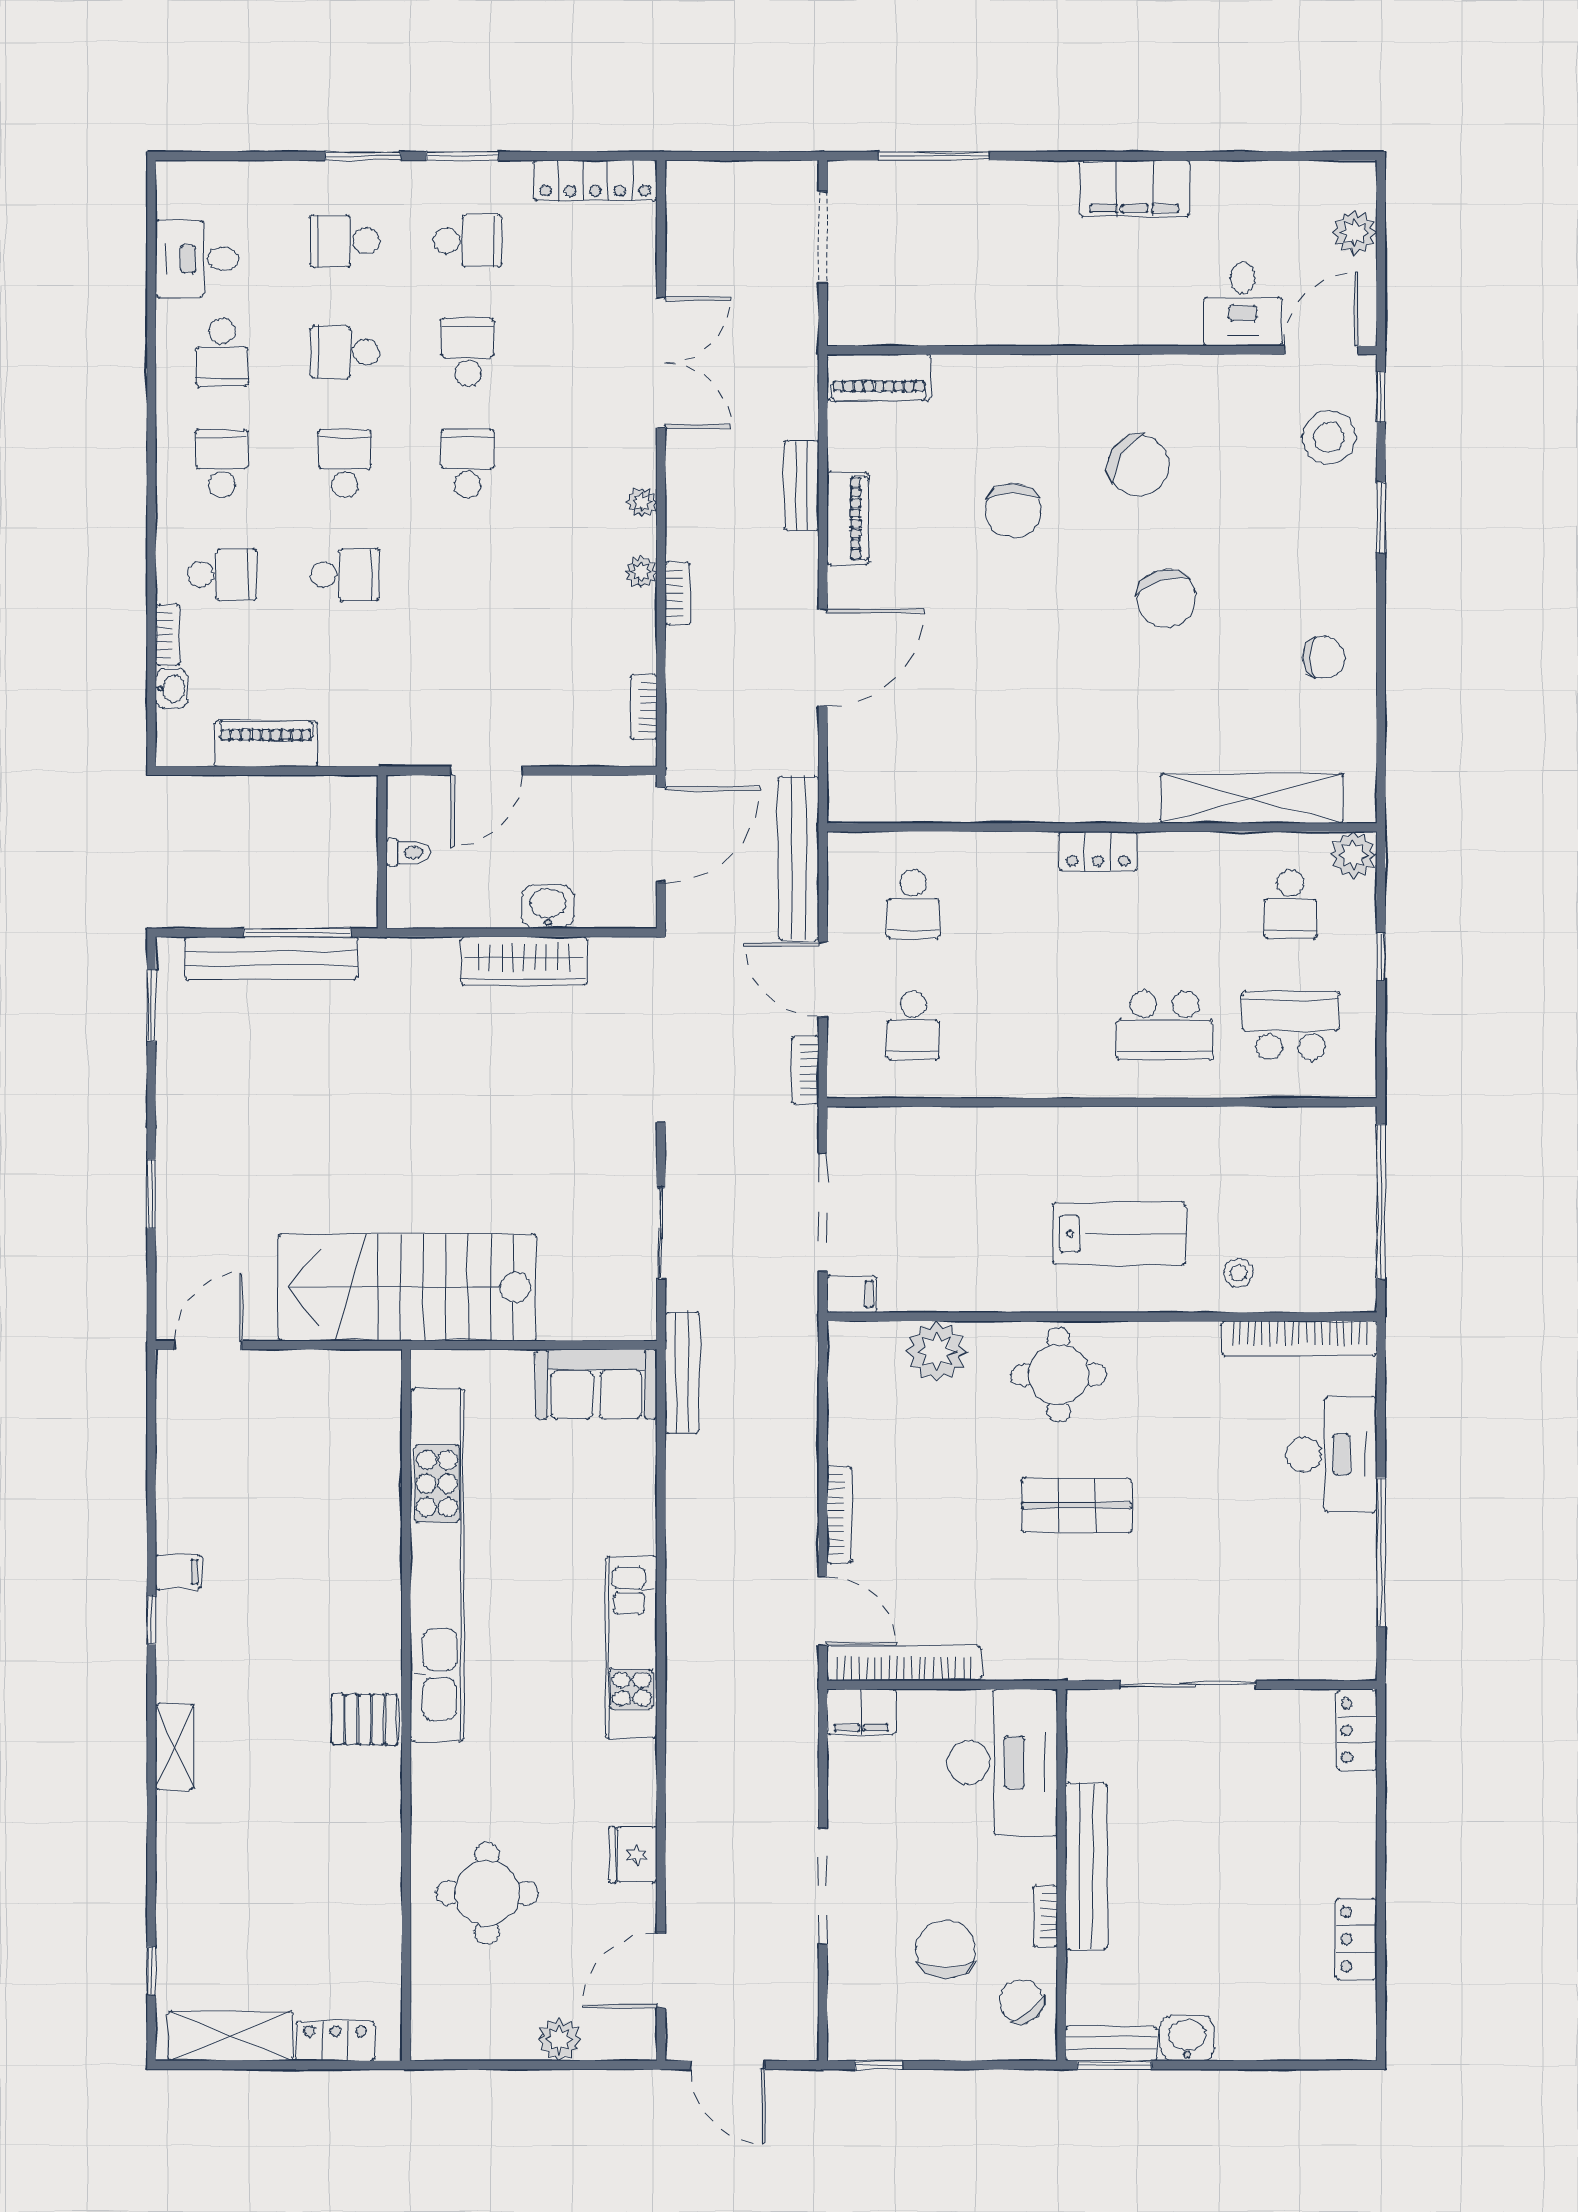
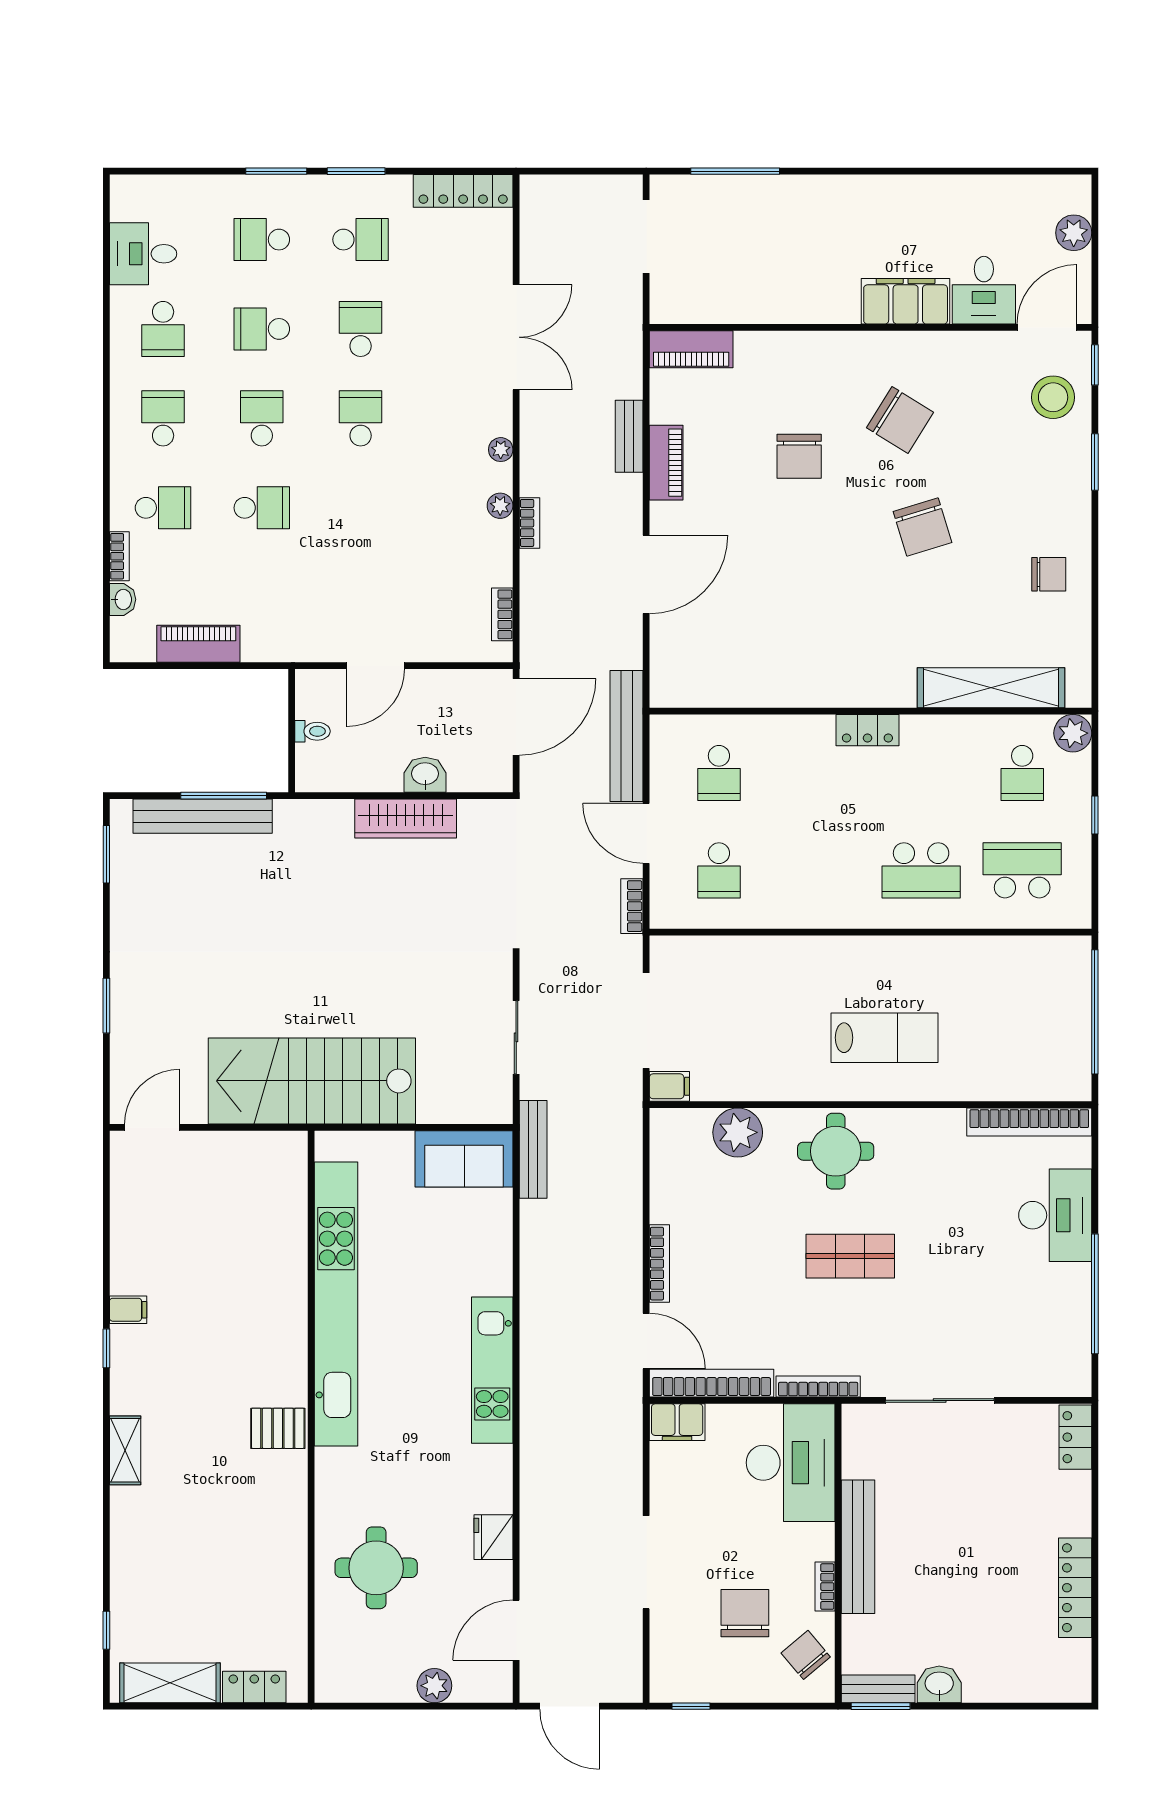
filing cabinet: (1134, 189) -> (906, 301), moved, turned 180
stool: (1238, 1273) -> (980, 1069), removed
bookcase: (1037, 1667) -> (818, 1387), added
locker: (1356, 1939) -> (1075, 1588), width x1.53

